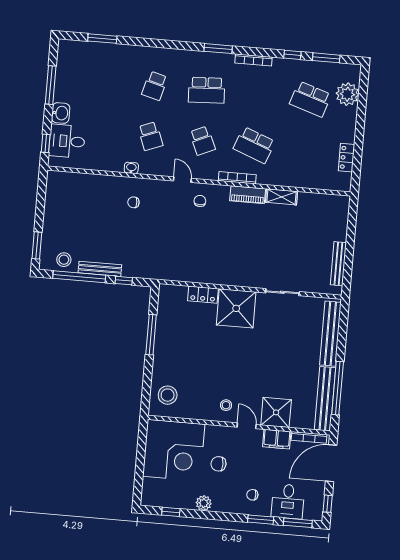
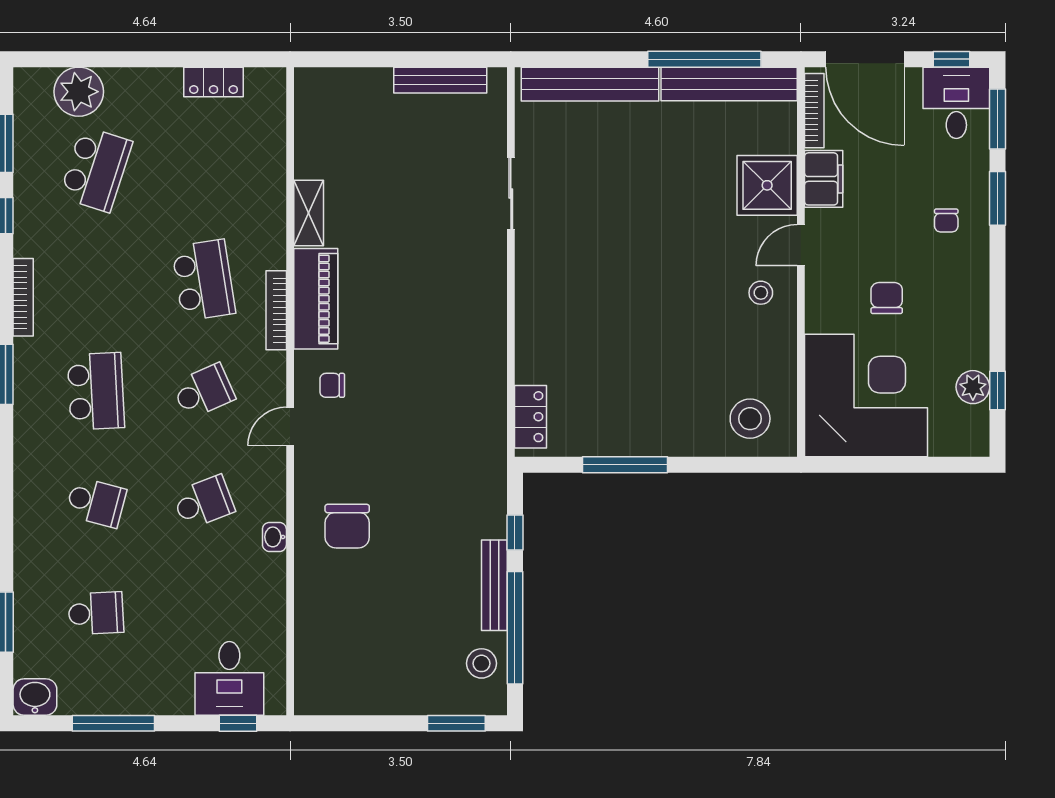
school desk: (103, 81) -> (96, 613), added
washbasin: (61, 113) -> (35, 697), moved
school desk: (254, 145) -> (204, 280), turned -30
piano: (248, 195) -> (316, 299), width x1.37, depth x1.33
chair: (133, 202) -> (347, 526), width x1.87, depth x1.87
locker: (203, 295) -> (530, 417), moved
shower: (236, 308) -> (554, 289), removed
chair: (218, 464) -> (887, 298), turned 180
desk: (288, 501) -> (956, 103), moved, turned -90
plant: (204, 503) -> (973, 387), moved

